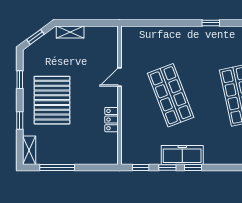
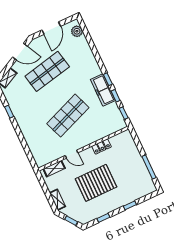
pallet: (52, 100) -> (96, 183), moved
shelving: (29, 150) -> (54, 169), moved

